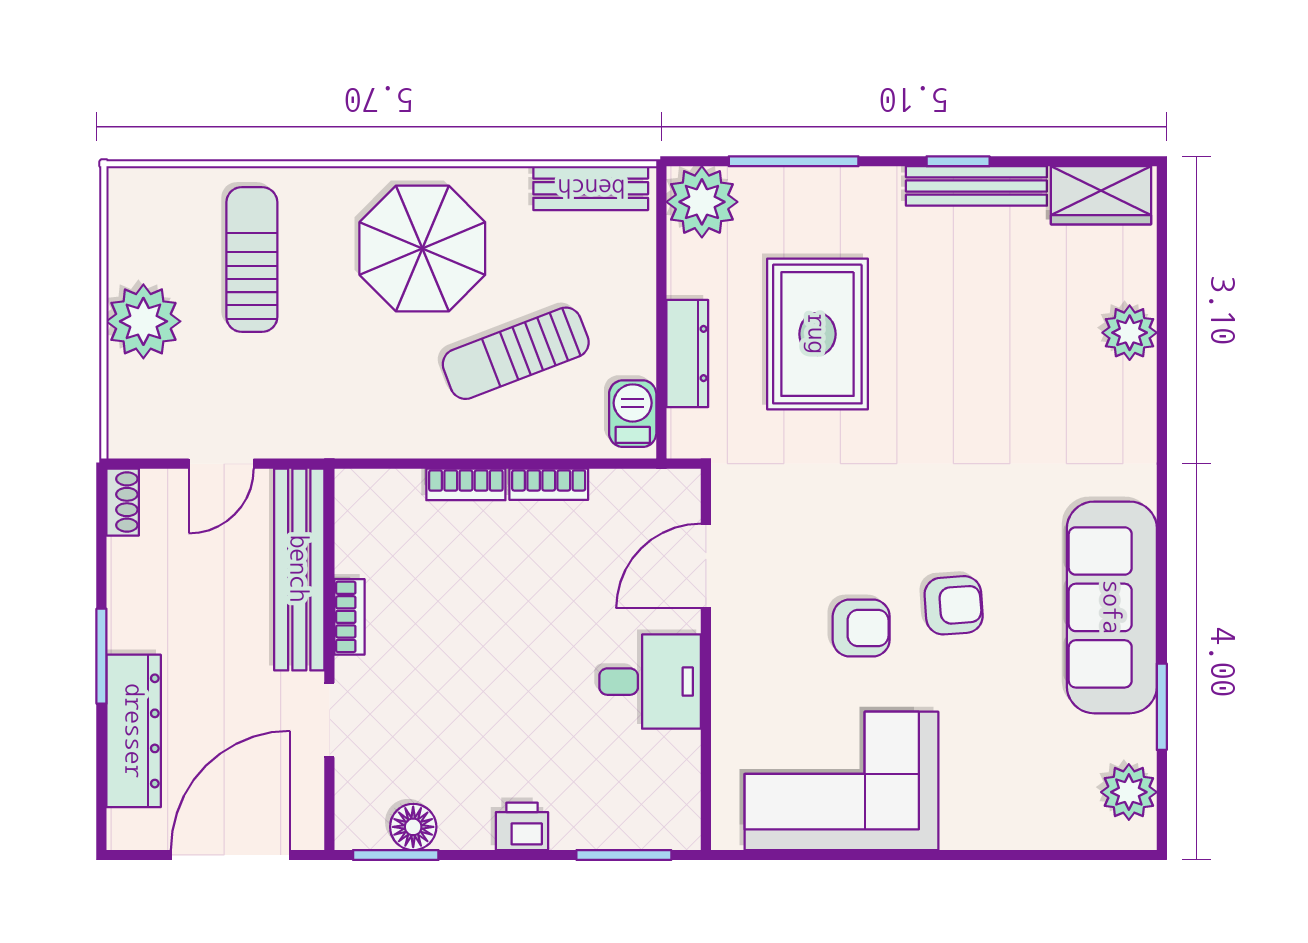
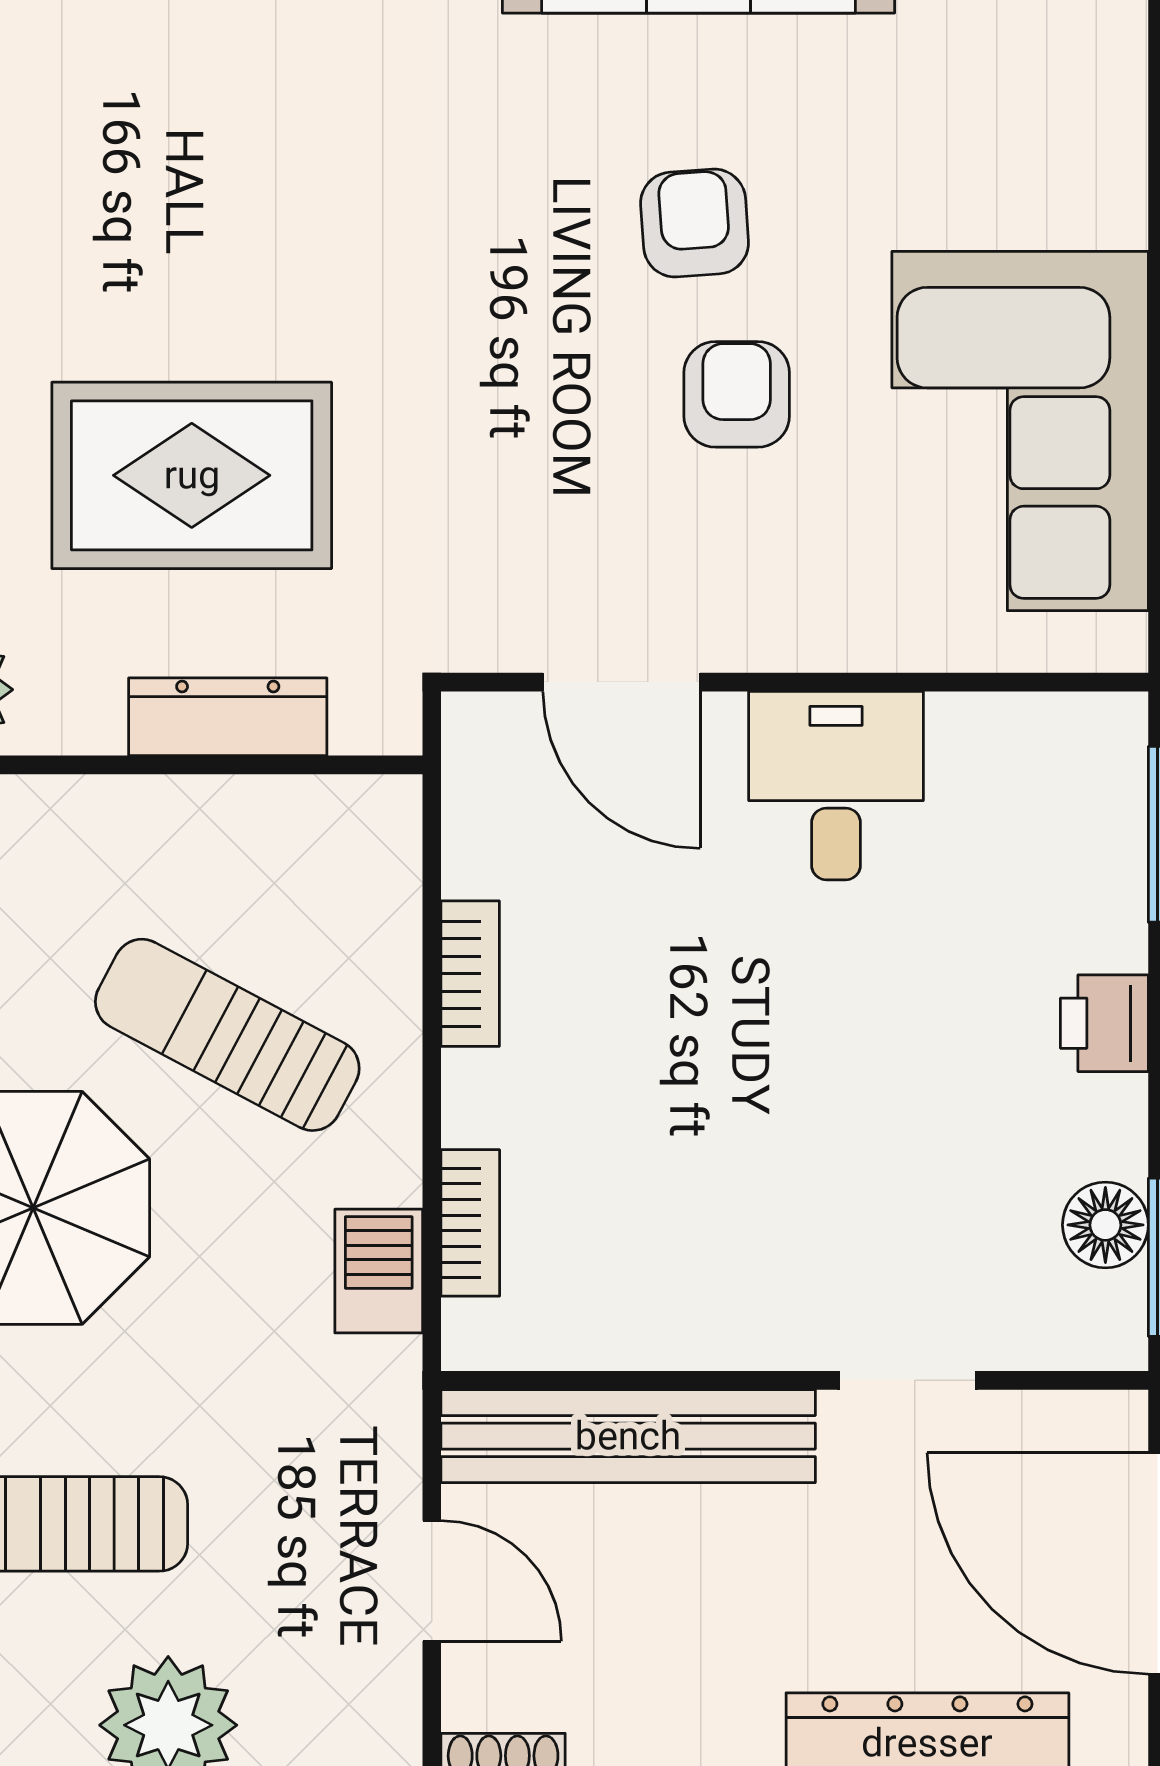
sun lounger: (516, 353) -> (227, 1035), turned 139
barbecue: (633, 414) -> (379, 1271), moved, turned 90
bookcase: (466, 484) -> (470, 1223), moved
bookcase: (349, 617) -> (716, 1343), removed

